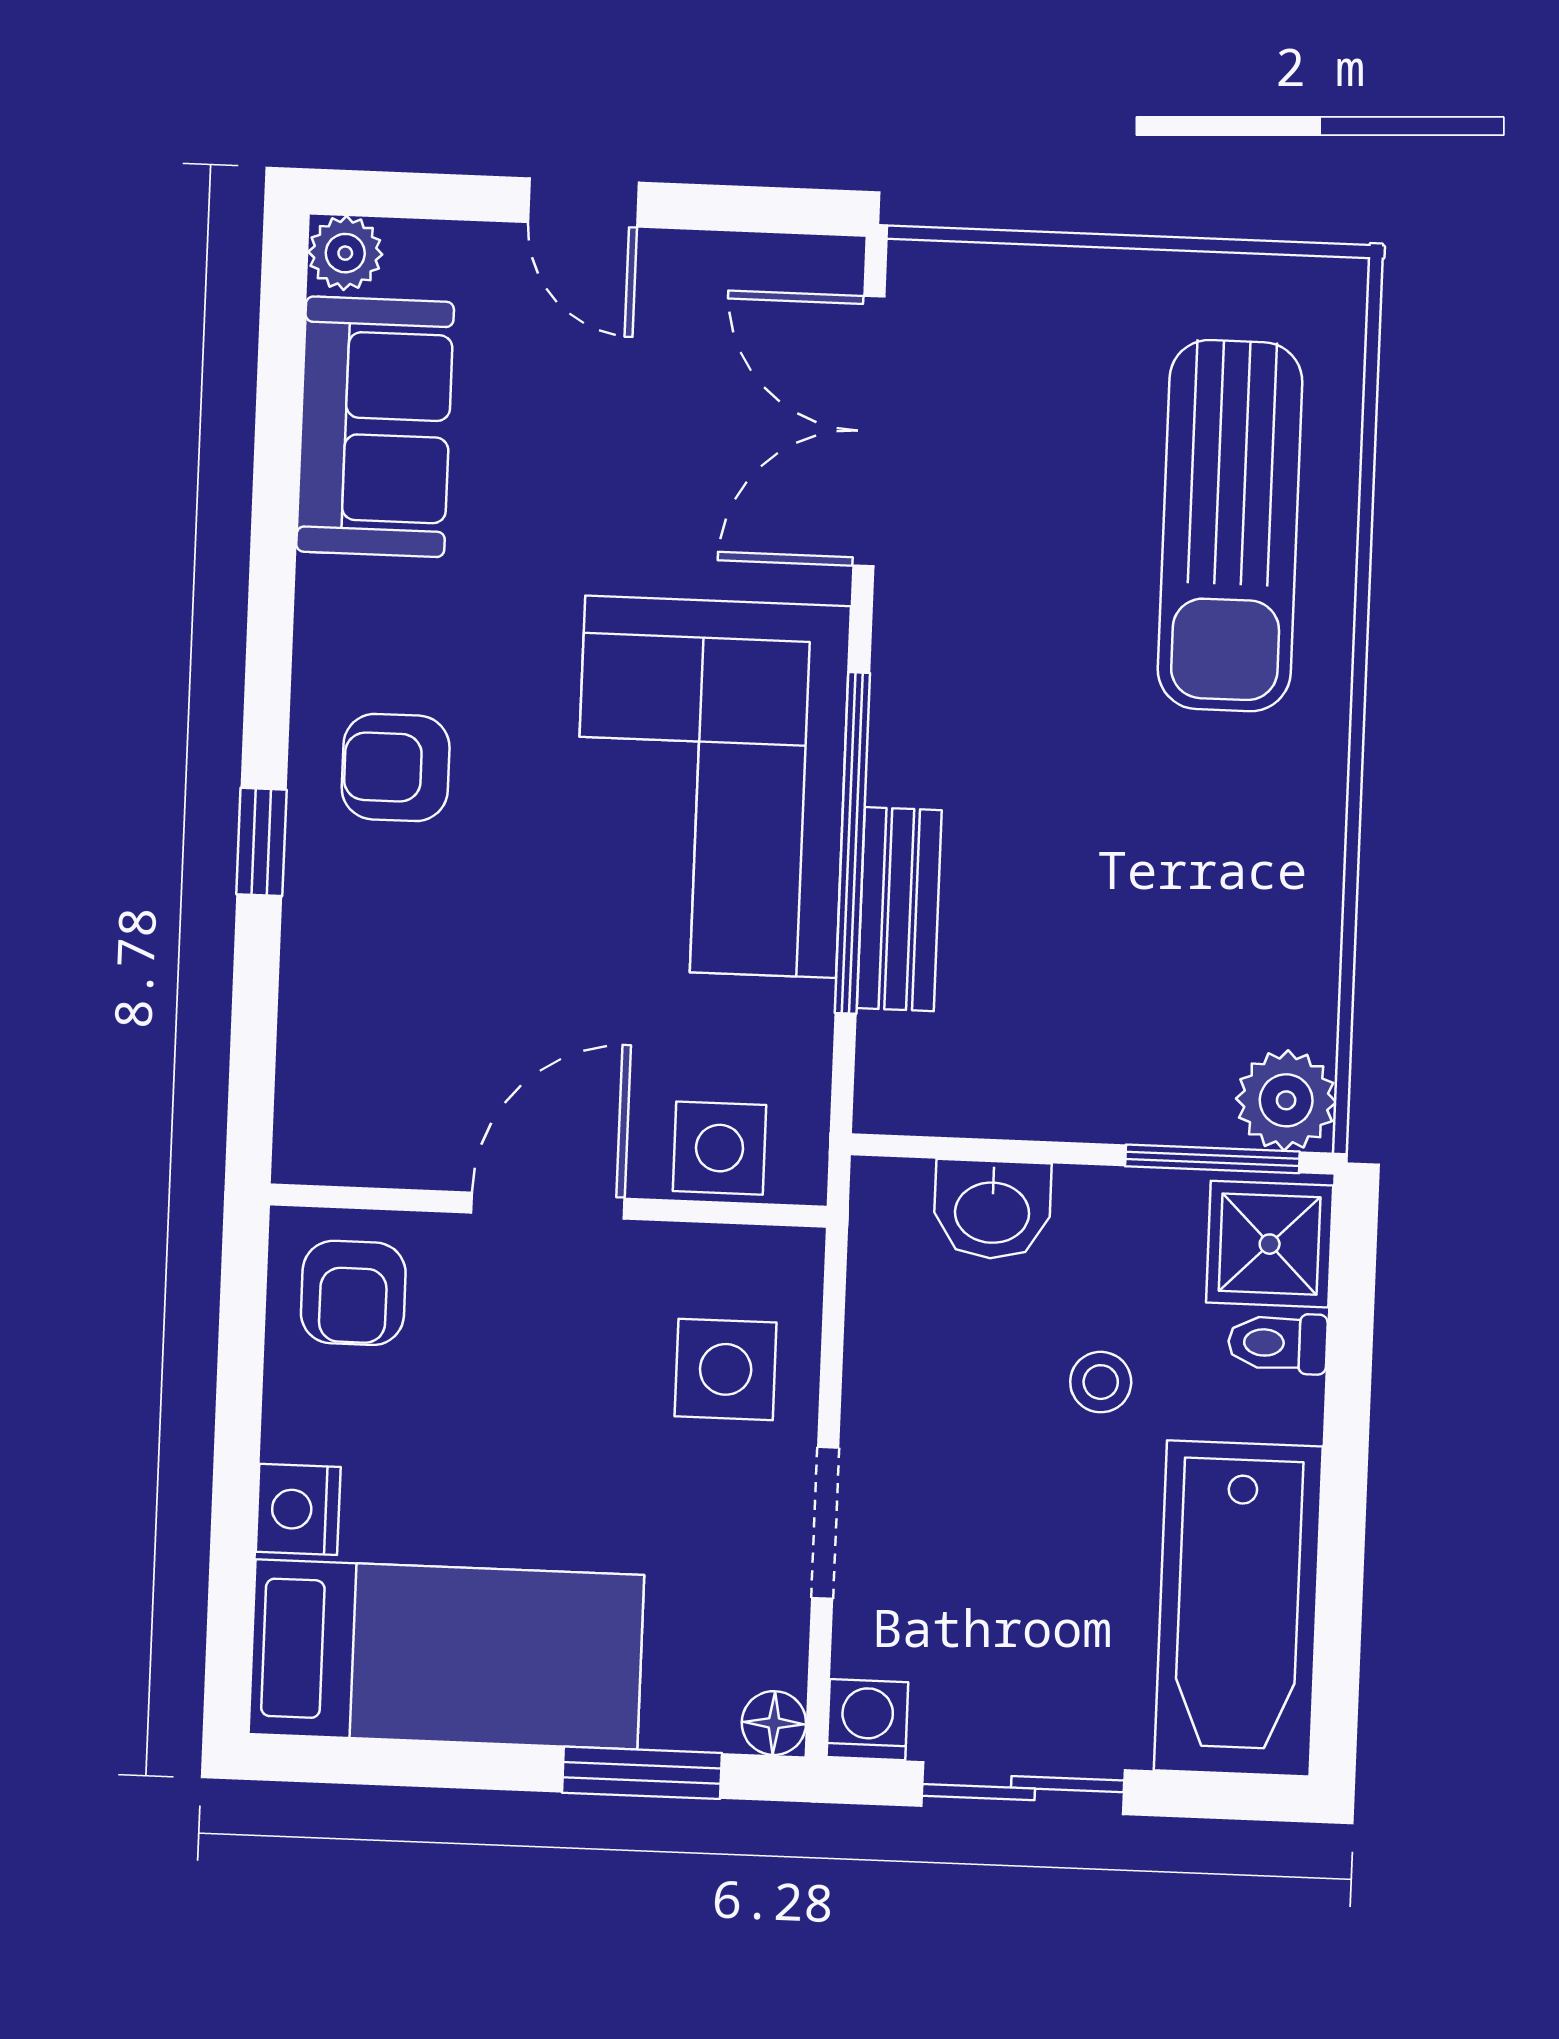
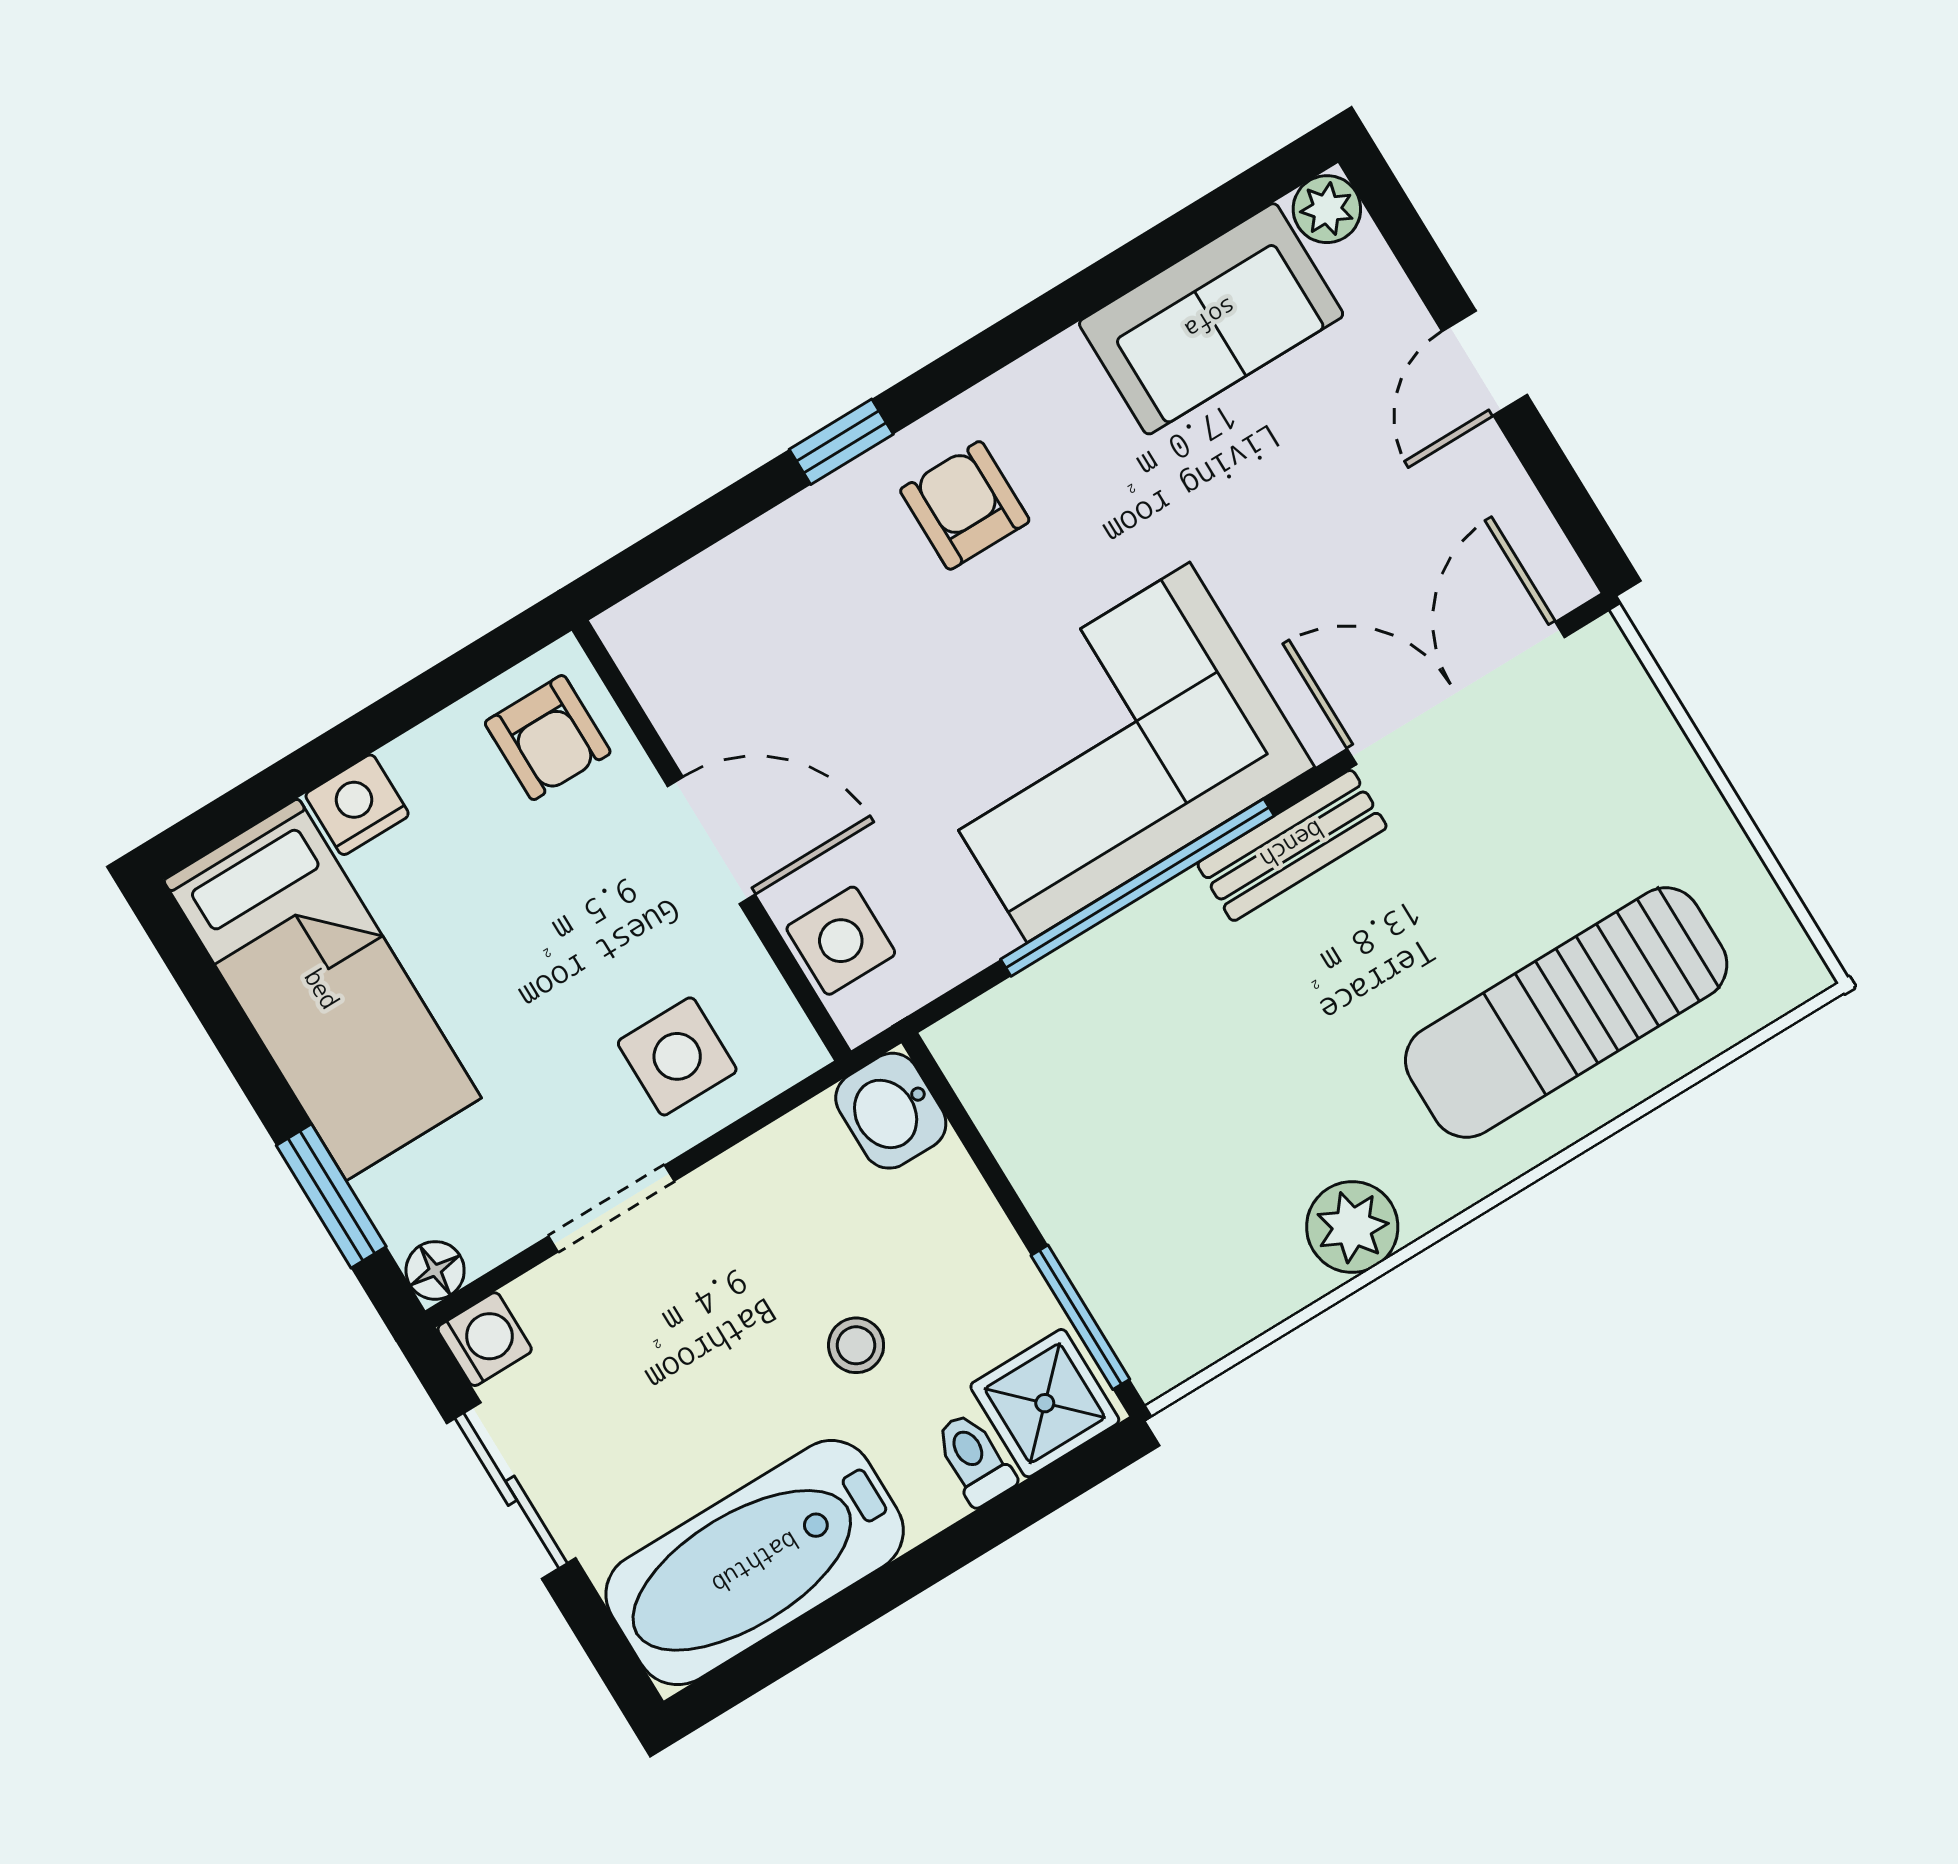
bench: (899, 909) -> (1292, 845), moved
plant: (1286, 1100) -> (1352, 1227), moved
washbasin: (992, 1210) -> (891, 1111), moved
armchair: (353, 1293) -> (548, 738), turned -90

